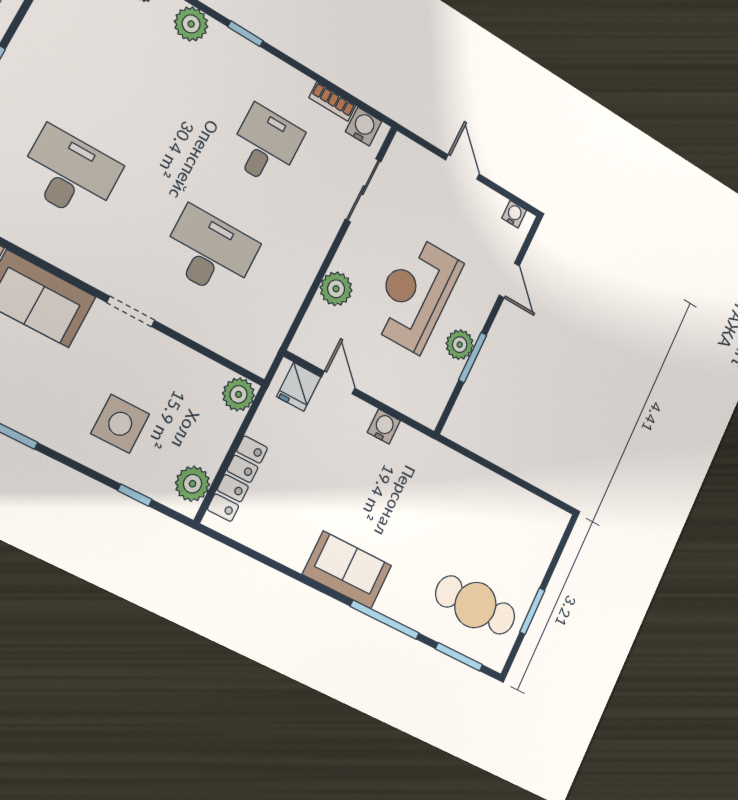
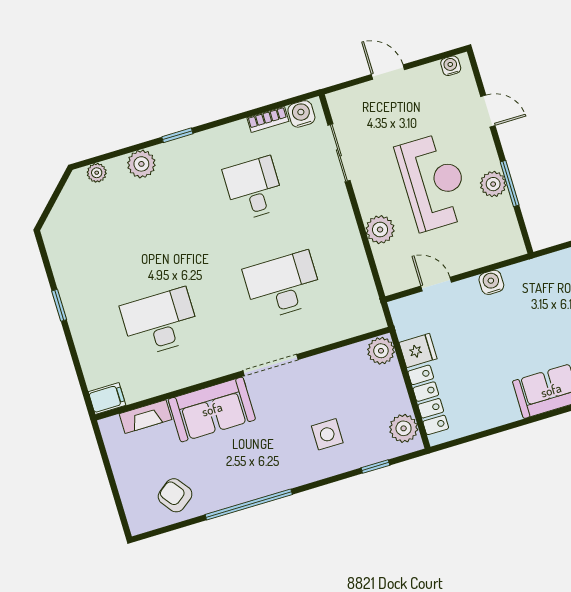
reception desk: (415, 294) -> (434, 182), turned 180
doorway: (131, 311) -> (271, 365), width x1.38
fridge: (299, 387) -> (418, 351), moved, turned -90
side table: (120, 424) -> (327, 434), width x0.73, depth x0.73

